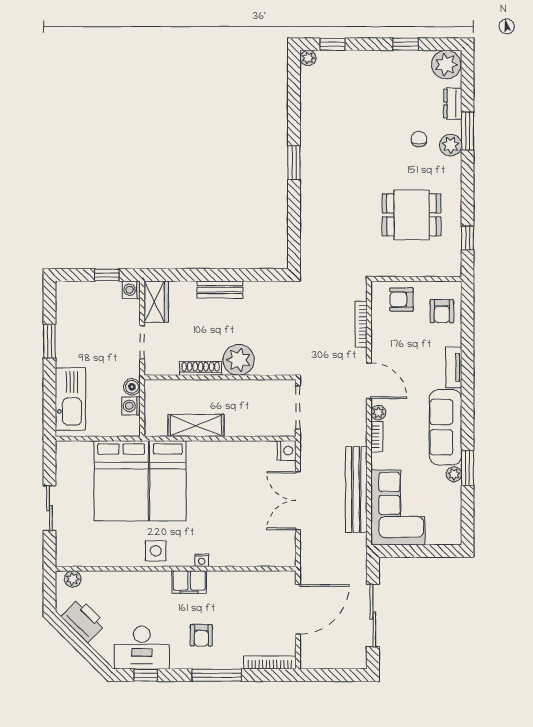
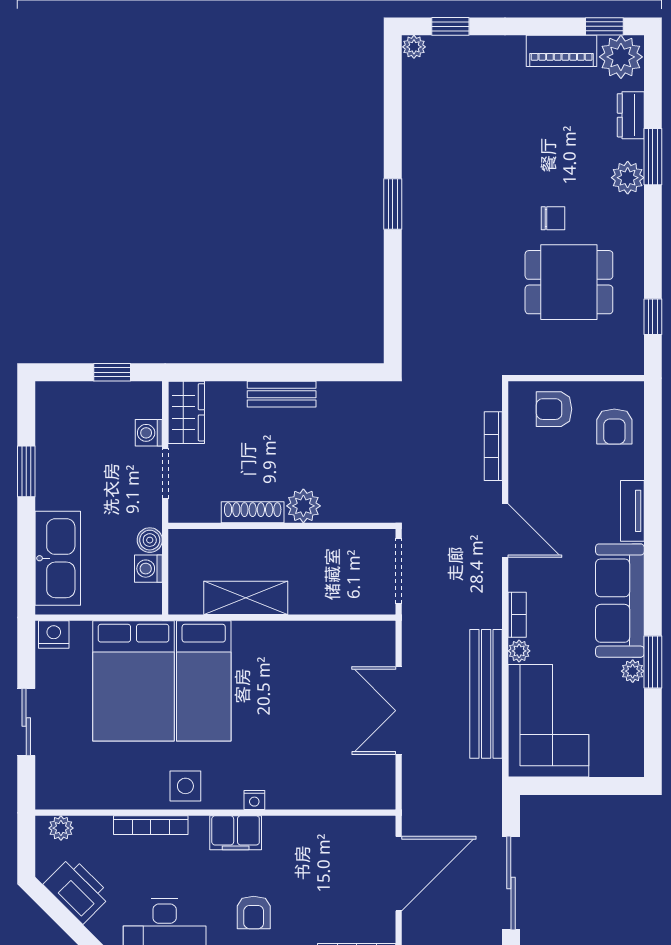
window: (406, 44) -> (604, 26), moved
piano: (407, 61) -> (562, 51), added
chair: (419, 139) -> (553, 218), moved, turned 90
washing machine: (131, 290) -> (149, 433), moved
plant: (239, 360) -> (303, 506), width x0.73, depth x0.73
plant: (378, 413) -> (519, 651), moved
nightstand: (287, 451) -> (54, 634), moved, turned -90
bookcase: (133, 577) -> (151, 825), added

